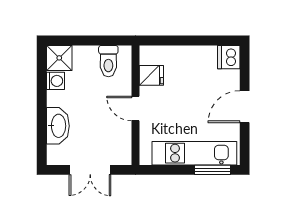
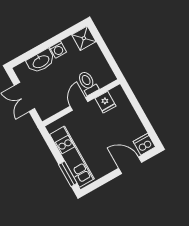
toilet: (108, 61) -> (88, 83), moved, turned 90
washing machine: (55, 81) -> (58, 50), moved
door: (245, 107) -> (130, 165), moved

